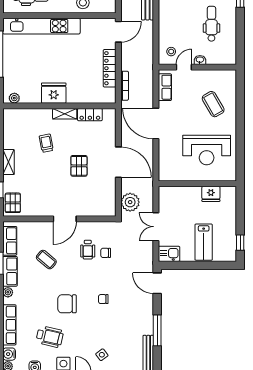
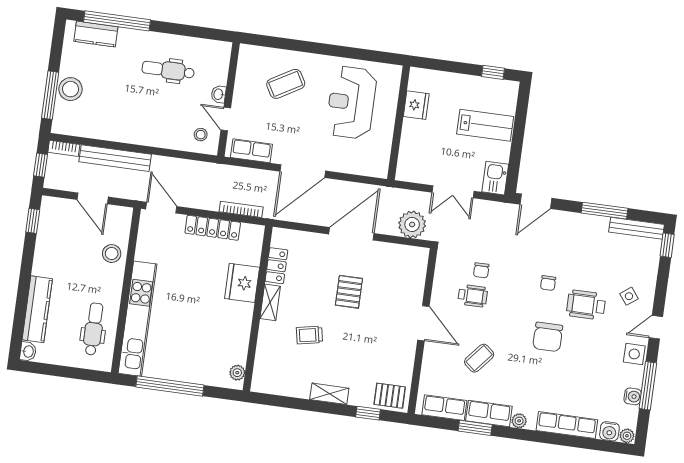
fridge: (54, 93) -> (242, 283), moved
reception desk: (207, 150) -> (351, 103), turned 180
pallet: (79, 166) -> (349, 292), turned 90
wheelchair: (50, 337) -> (586, 305), moved, turned -103

